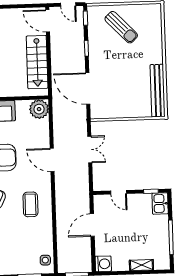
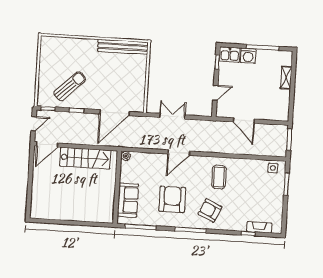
sun lounger: (121, 27) -> (70, 86), moved
plant: (39, 109) -> (126, 156), width x0.53, depth x0.53
coffee table: (30, 204) -> (219, 177), turned 90
washing machine: (103, 264) -> (248, 56), moved, turned 180

